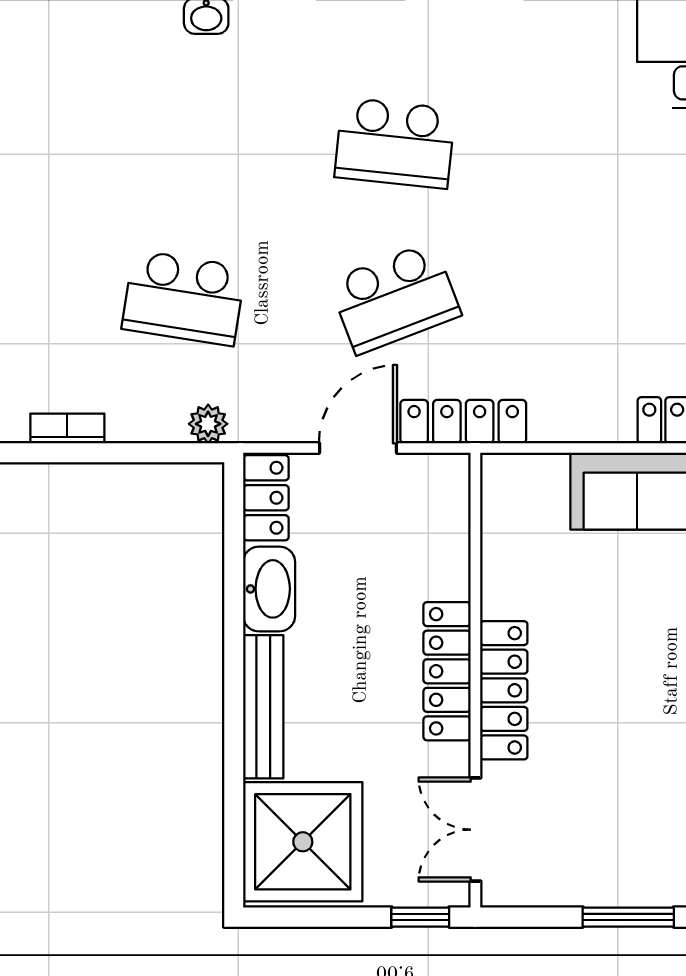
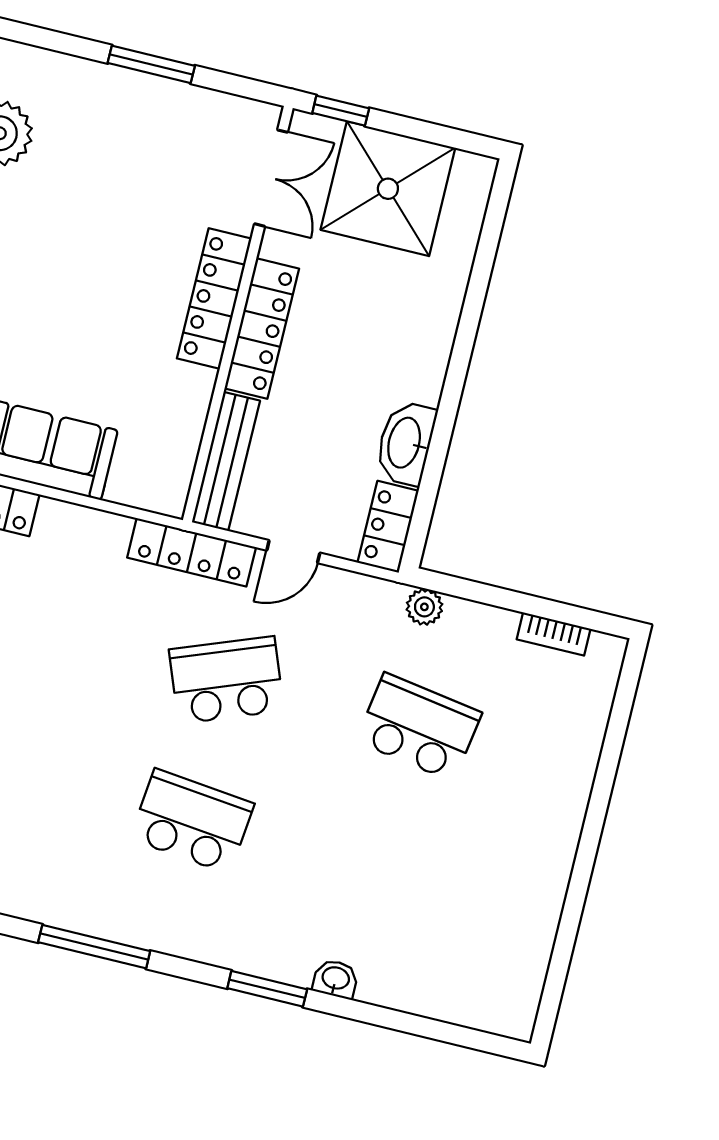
door: (358, 448) -> (293, 552), width x0.73
bench: (263, 707) -> (226, 461), moved
shower: (303, 842) -> (388, 189), moved

